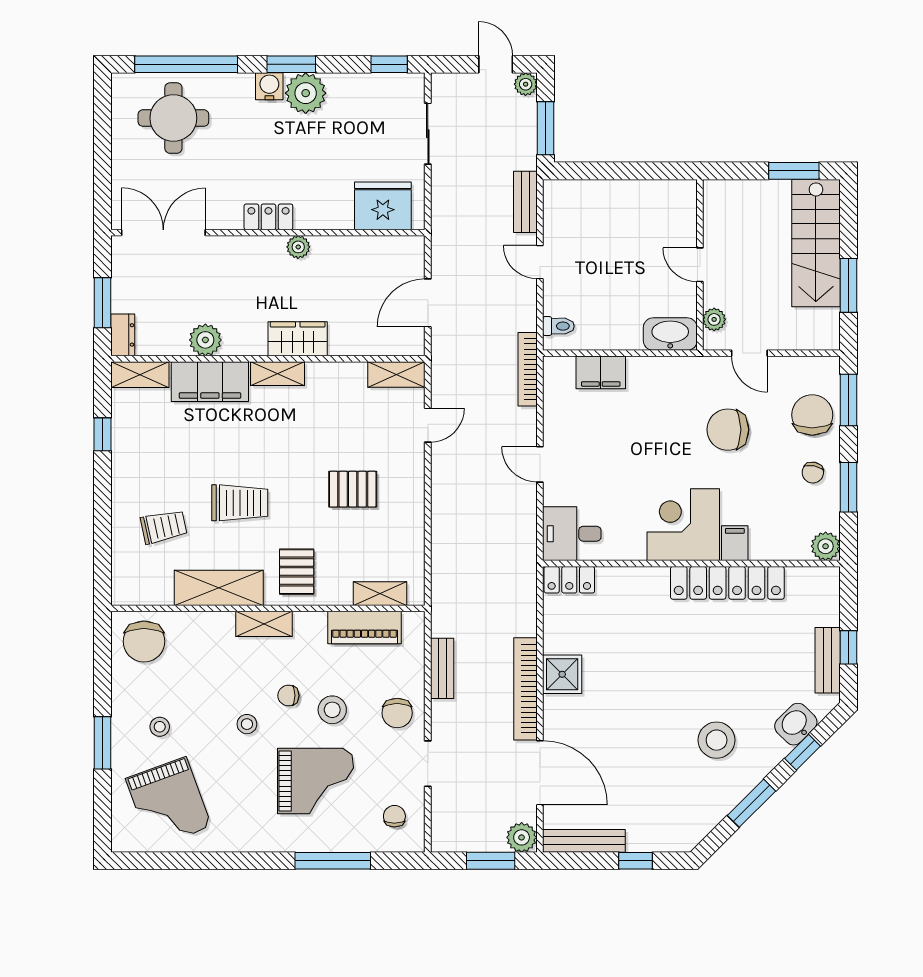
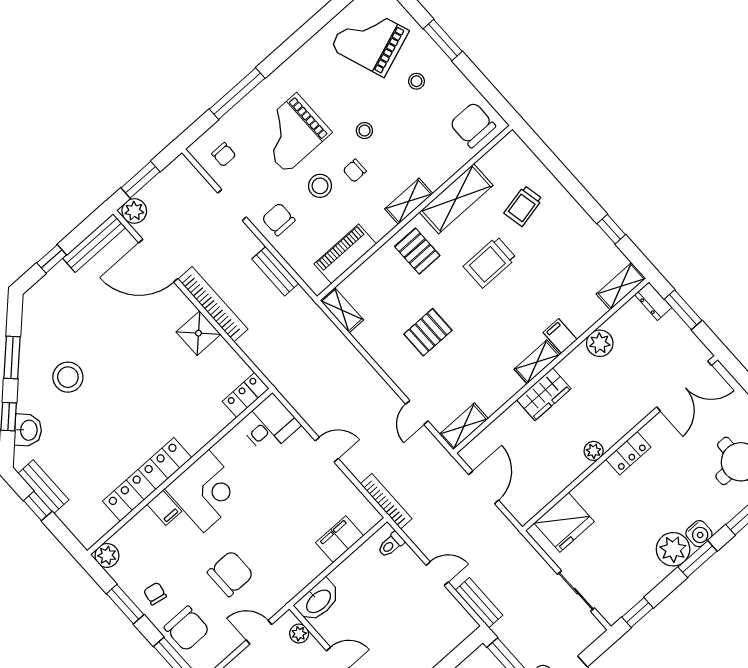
filing cabinet: (210, 382) -> (560, 336), width x0.33, depth x0.86
shelving: (380, 594) -> (342, 310), moved, turned 90
chair: (288, 696) -> (355, 171), turned 180

